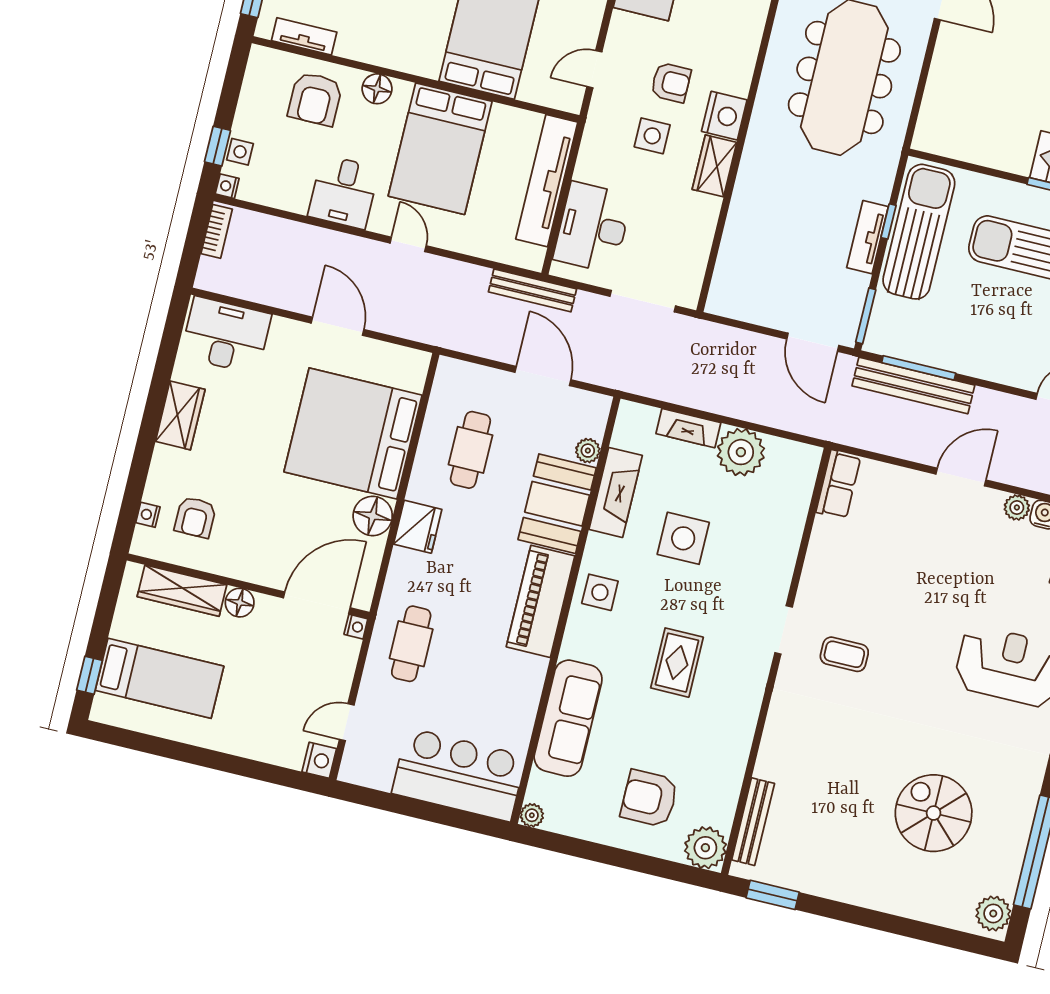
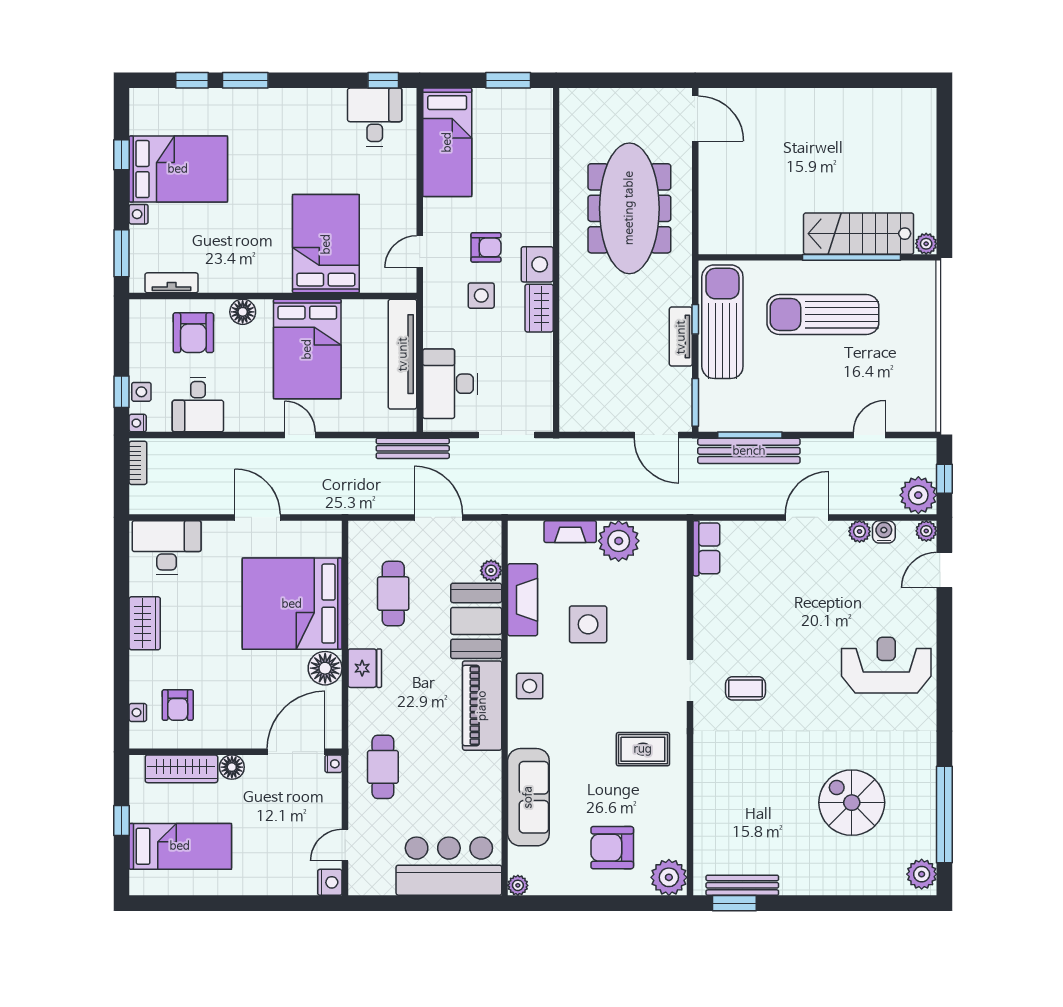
desk: (344, 192) -> (198, 404), moved
rug: (677, 663) -> (643, 749), moved, turned 90
window: (90, 675) -> (122, 821), moved
bench: (753, 822) -> (742, 885), moved, turned 90

